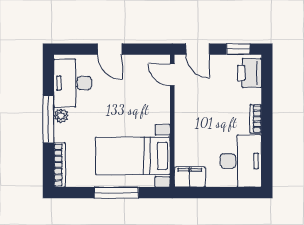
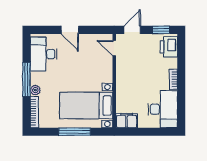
door: (198, 49) -> (132, 30), swing flipped
plant: (61, 116) -> (35, 90), moved

